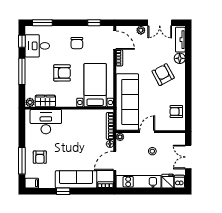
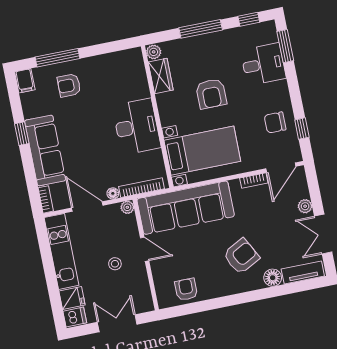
chair: (77, 43) -> (275, 123), moved
desk: (37, 46) -> (263, 64), moved, turned 90
desk: (46, 122) -> (137, 127), moved

